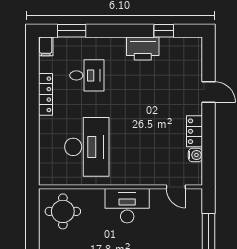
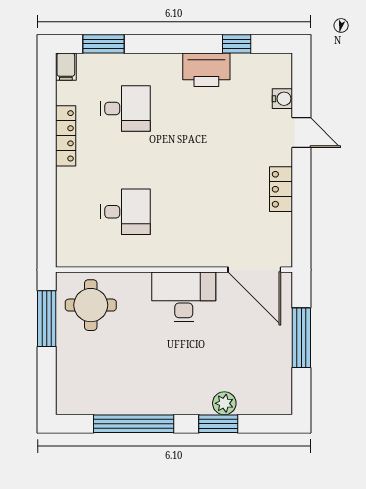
desk: (87, 147) -> (125, 212), width x0.53, depth x0.77
water cooler: (195, 155) -> (282, 99), moved
door: (176, 187) -> (254, 270), width x1.88
window: (32, 221) -> (47, 319), added

